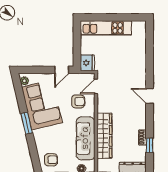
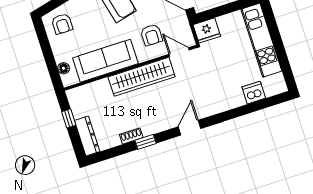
dishwasher: (140, 45) -> (254, 93), added
wardrobe: (104, 136) -> (142, 77), moved
window: (150, 145) -> (145, 142), moved

